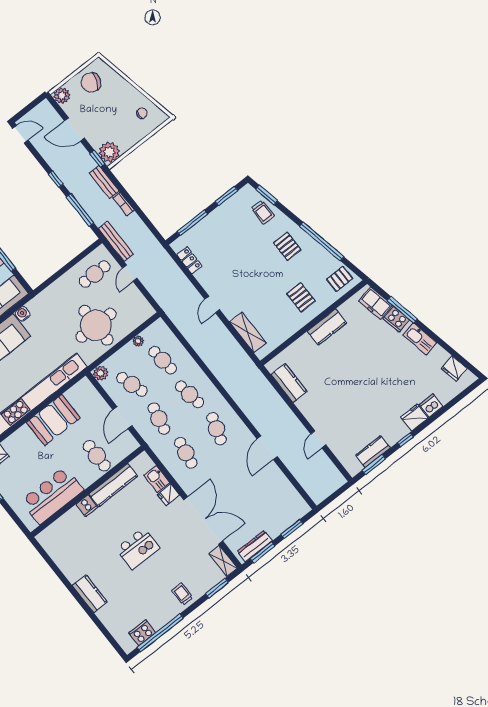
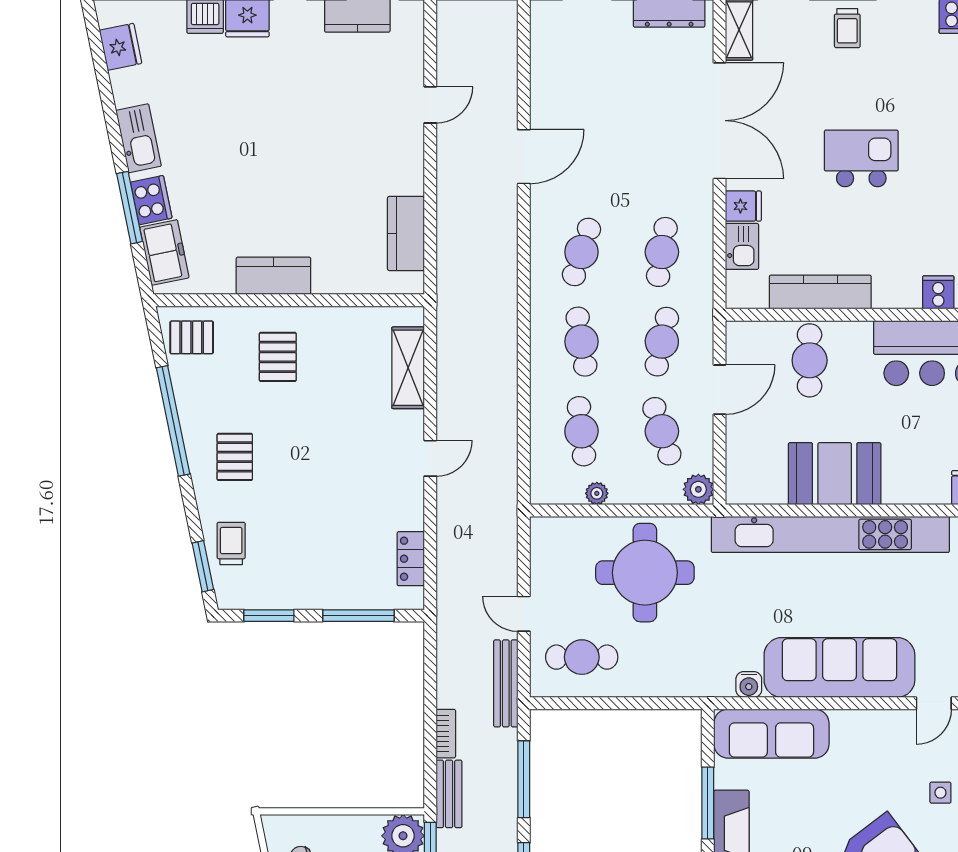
door: (130, 273) -> (524, 614), swing flipped
cooker: (87, 506) -> (938, 292), moved
double door: (203, 520) -> (720, 121), swing flipped

